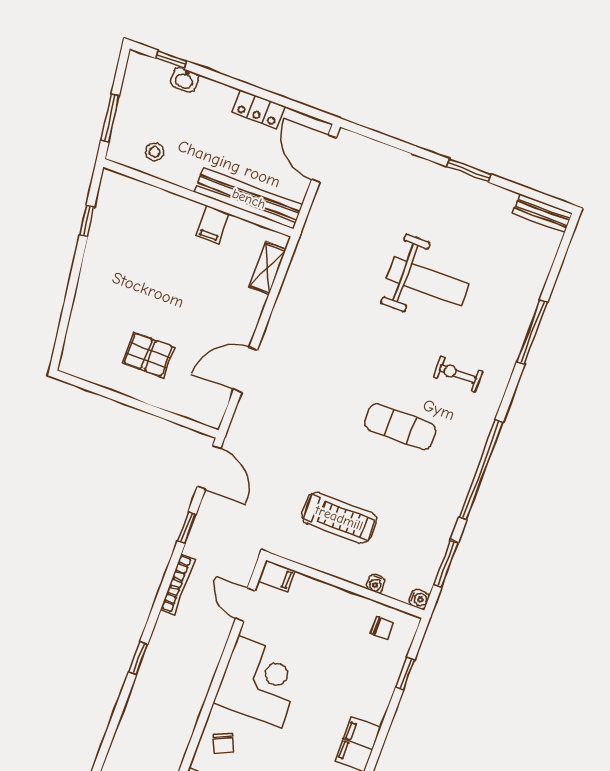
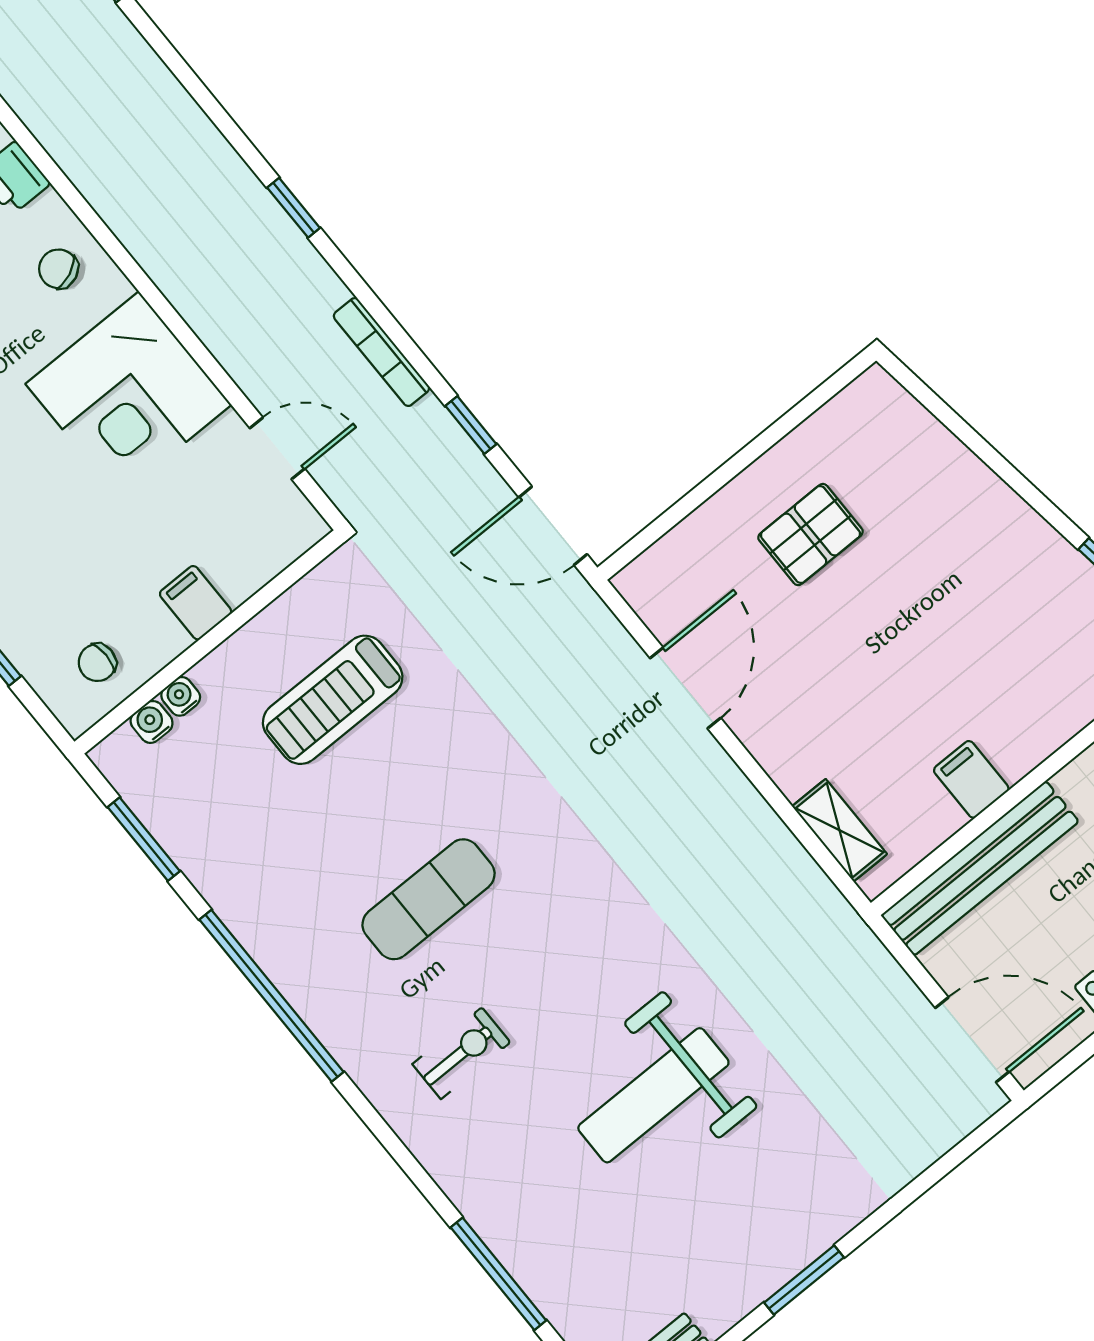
window: (532, 332) -> (498, 1274), moved
filing cabinet: (276, 576) -> (196, 603), moved, turned 90
water cooler: (419, 599) -> (152, 722), moved, turned 90

